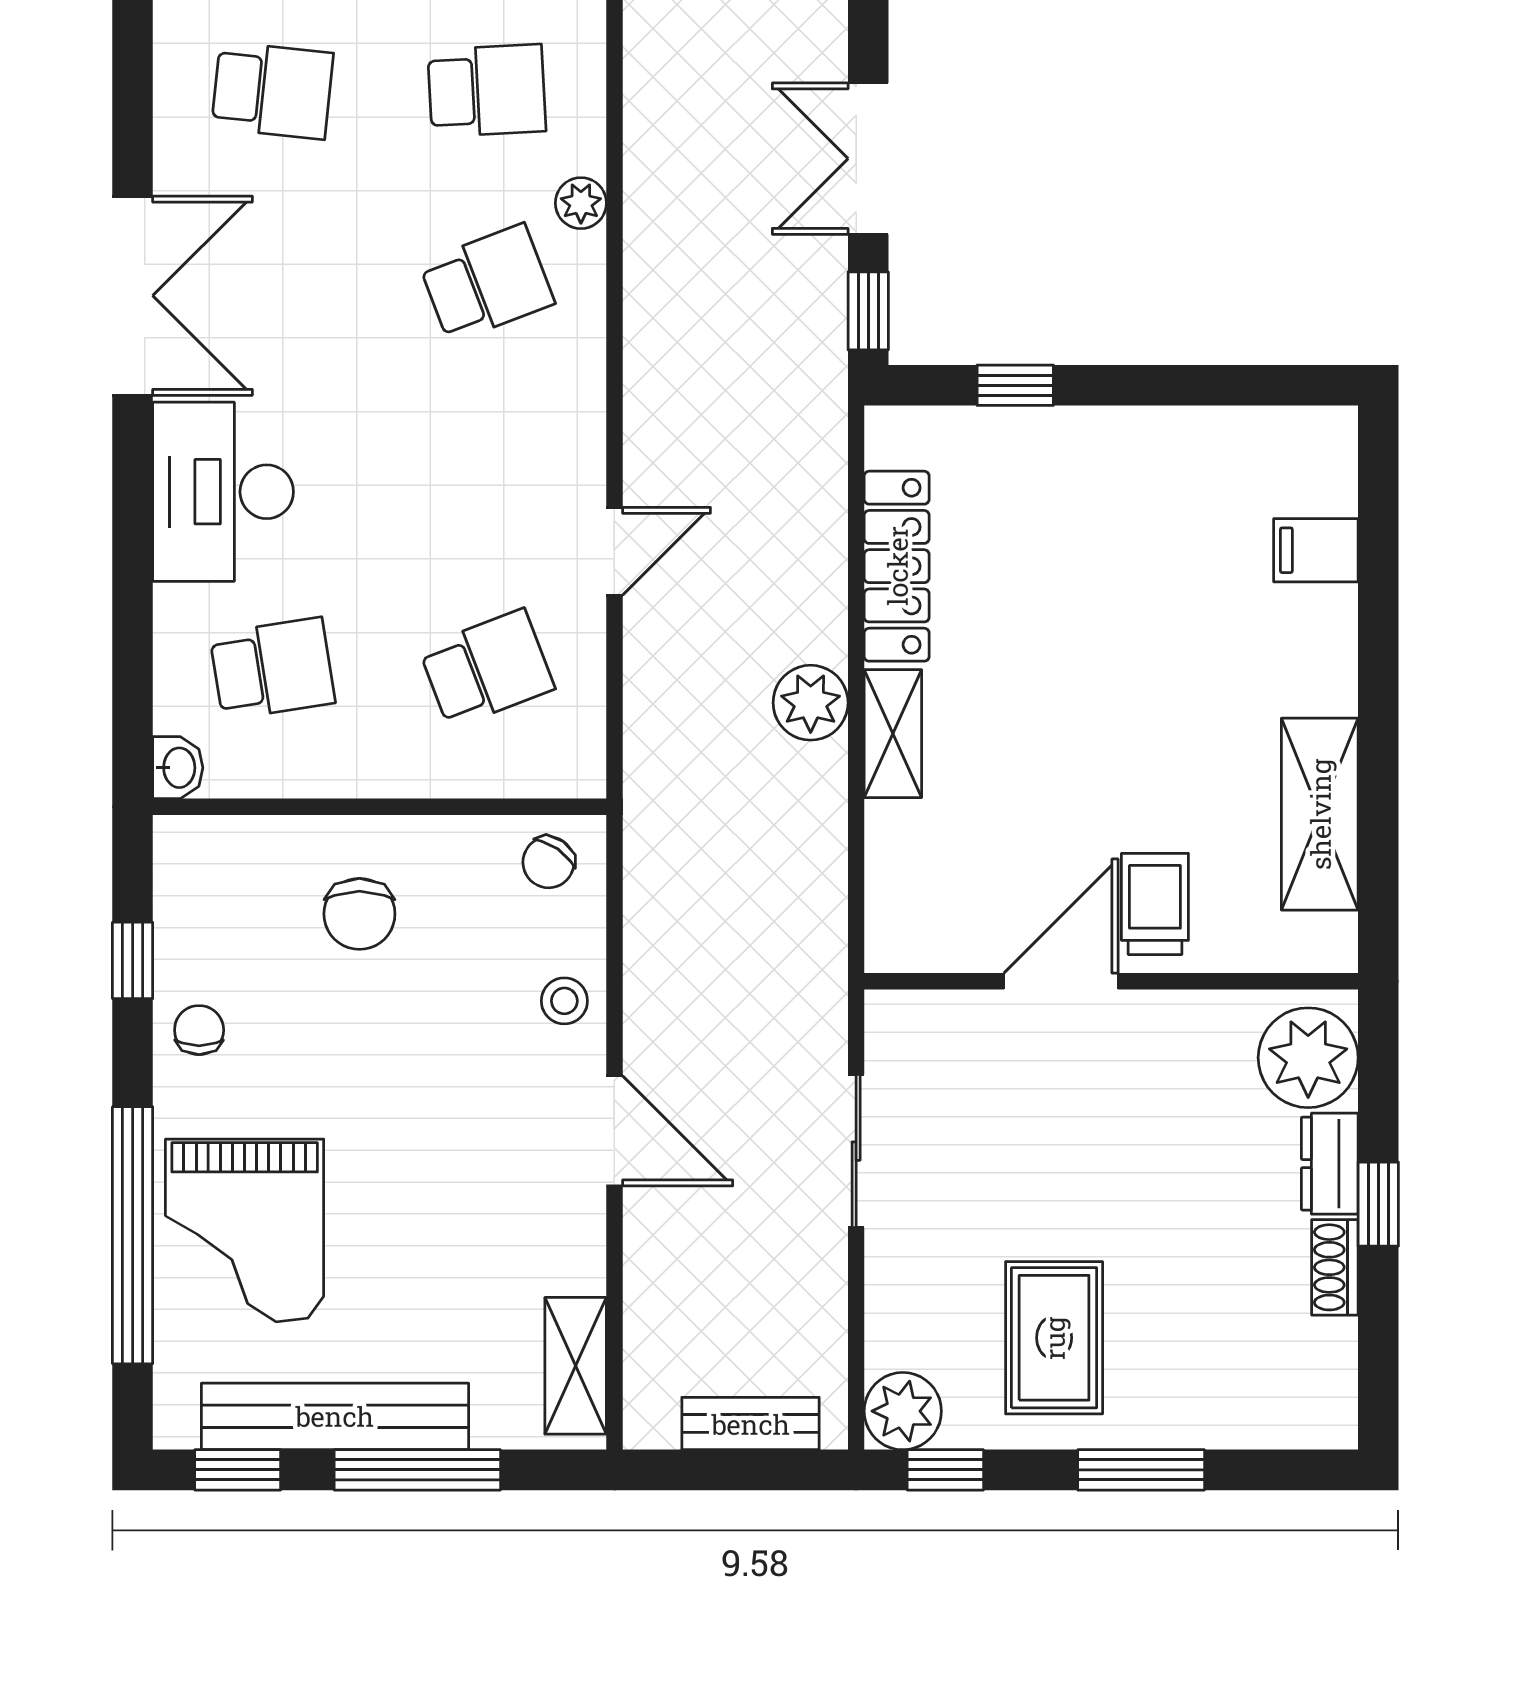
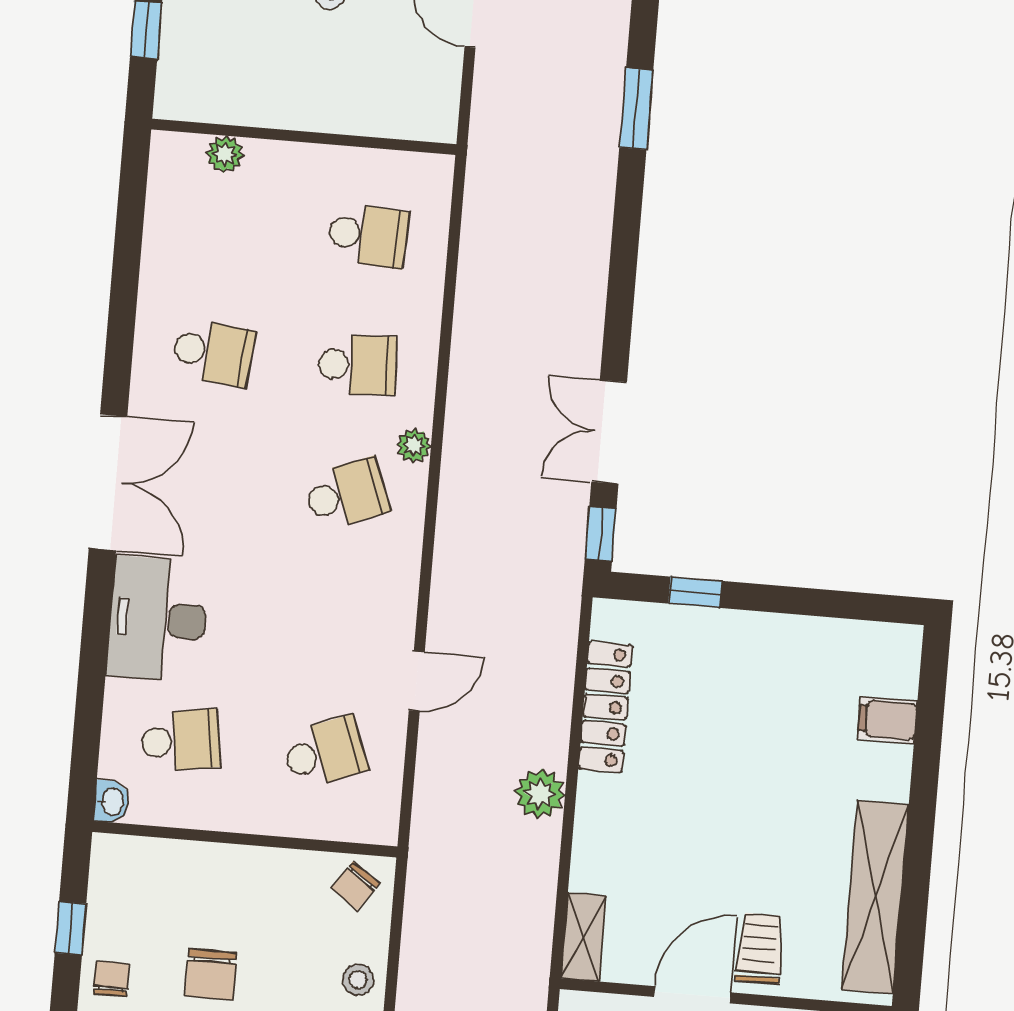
shelving: (893, 734) -> (583, 937), moved
shelving: (1320, 814) -> (875, 897), width x1.47
chair: (359, 914) -> (211, 974), moved

